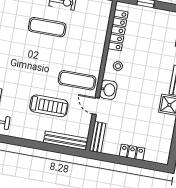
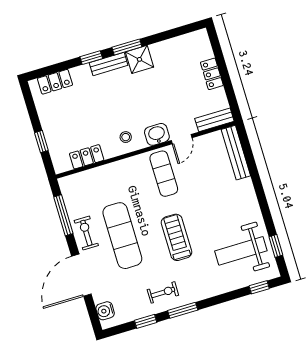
exercise mat: (47, 27) -> (122, 236), width x1.36, depth x1.45
locker: (118, 30) -> (87, 157), width x0.66
treadmill: (49, 106) -> (176, 237), moved

